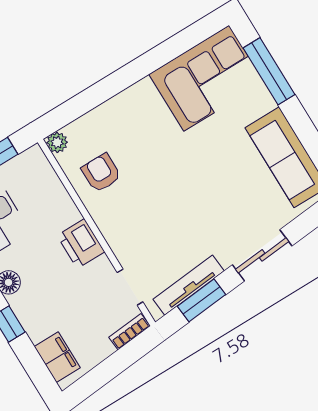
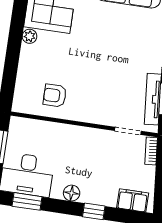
plant: (57, 142) -> (30, 36), moved
printer: (81, 244) -> (83, 138), removed

